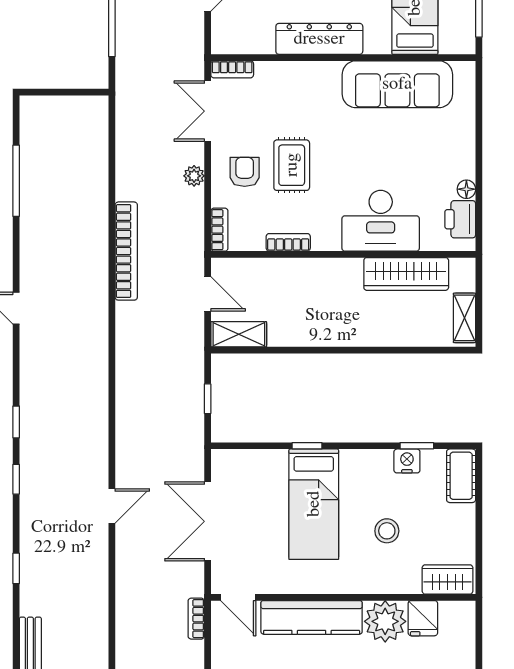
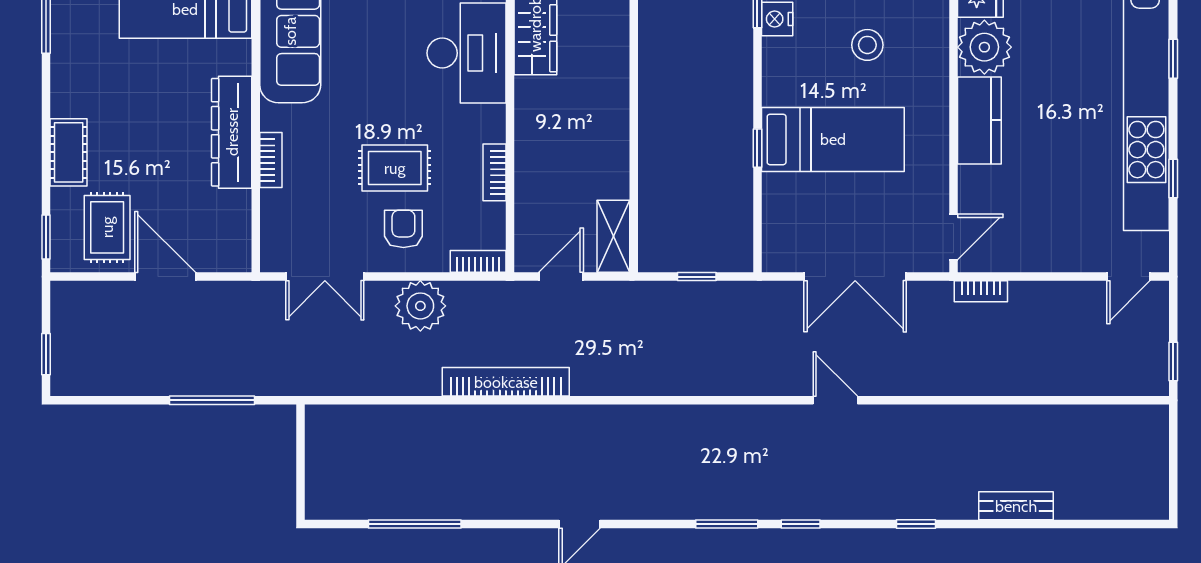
bookcase: (232, 69) -> (271, 160), moved
armchair: (245, 172) -> (403, 229), turned 90
plant: (194, 176) -> (420, 306), width x1.88, depth x1.88
window: (16, 422) -> (727, 524), width x1.50
kitchen counter: (312, 617) -> (979, 120), width x0.67

